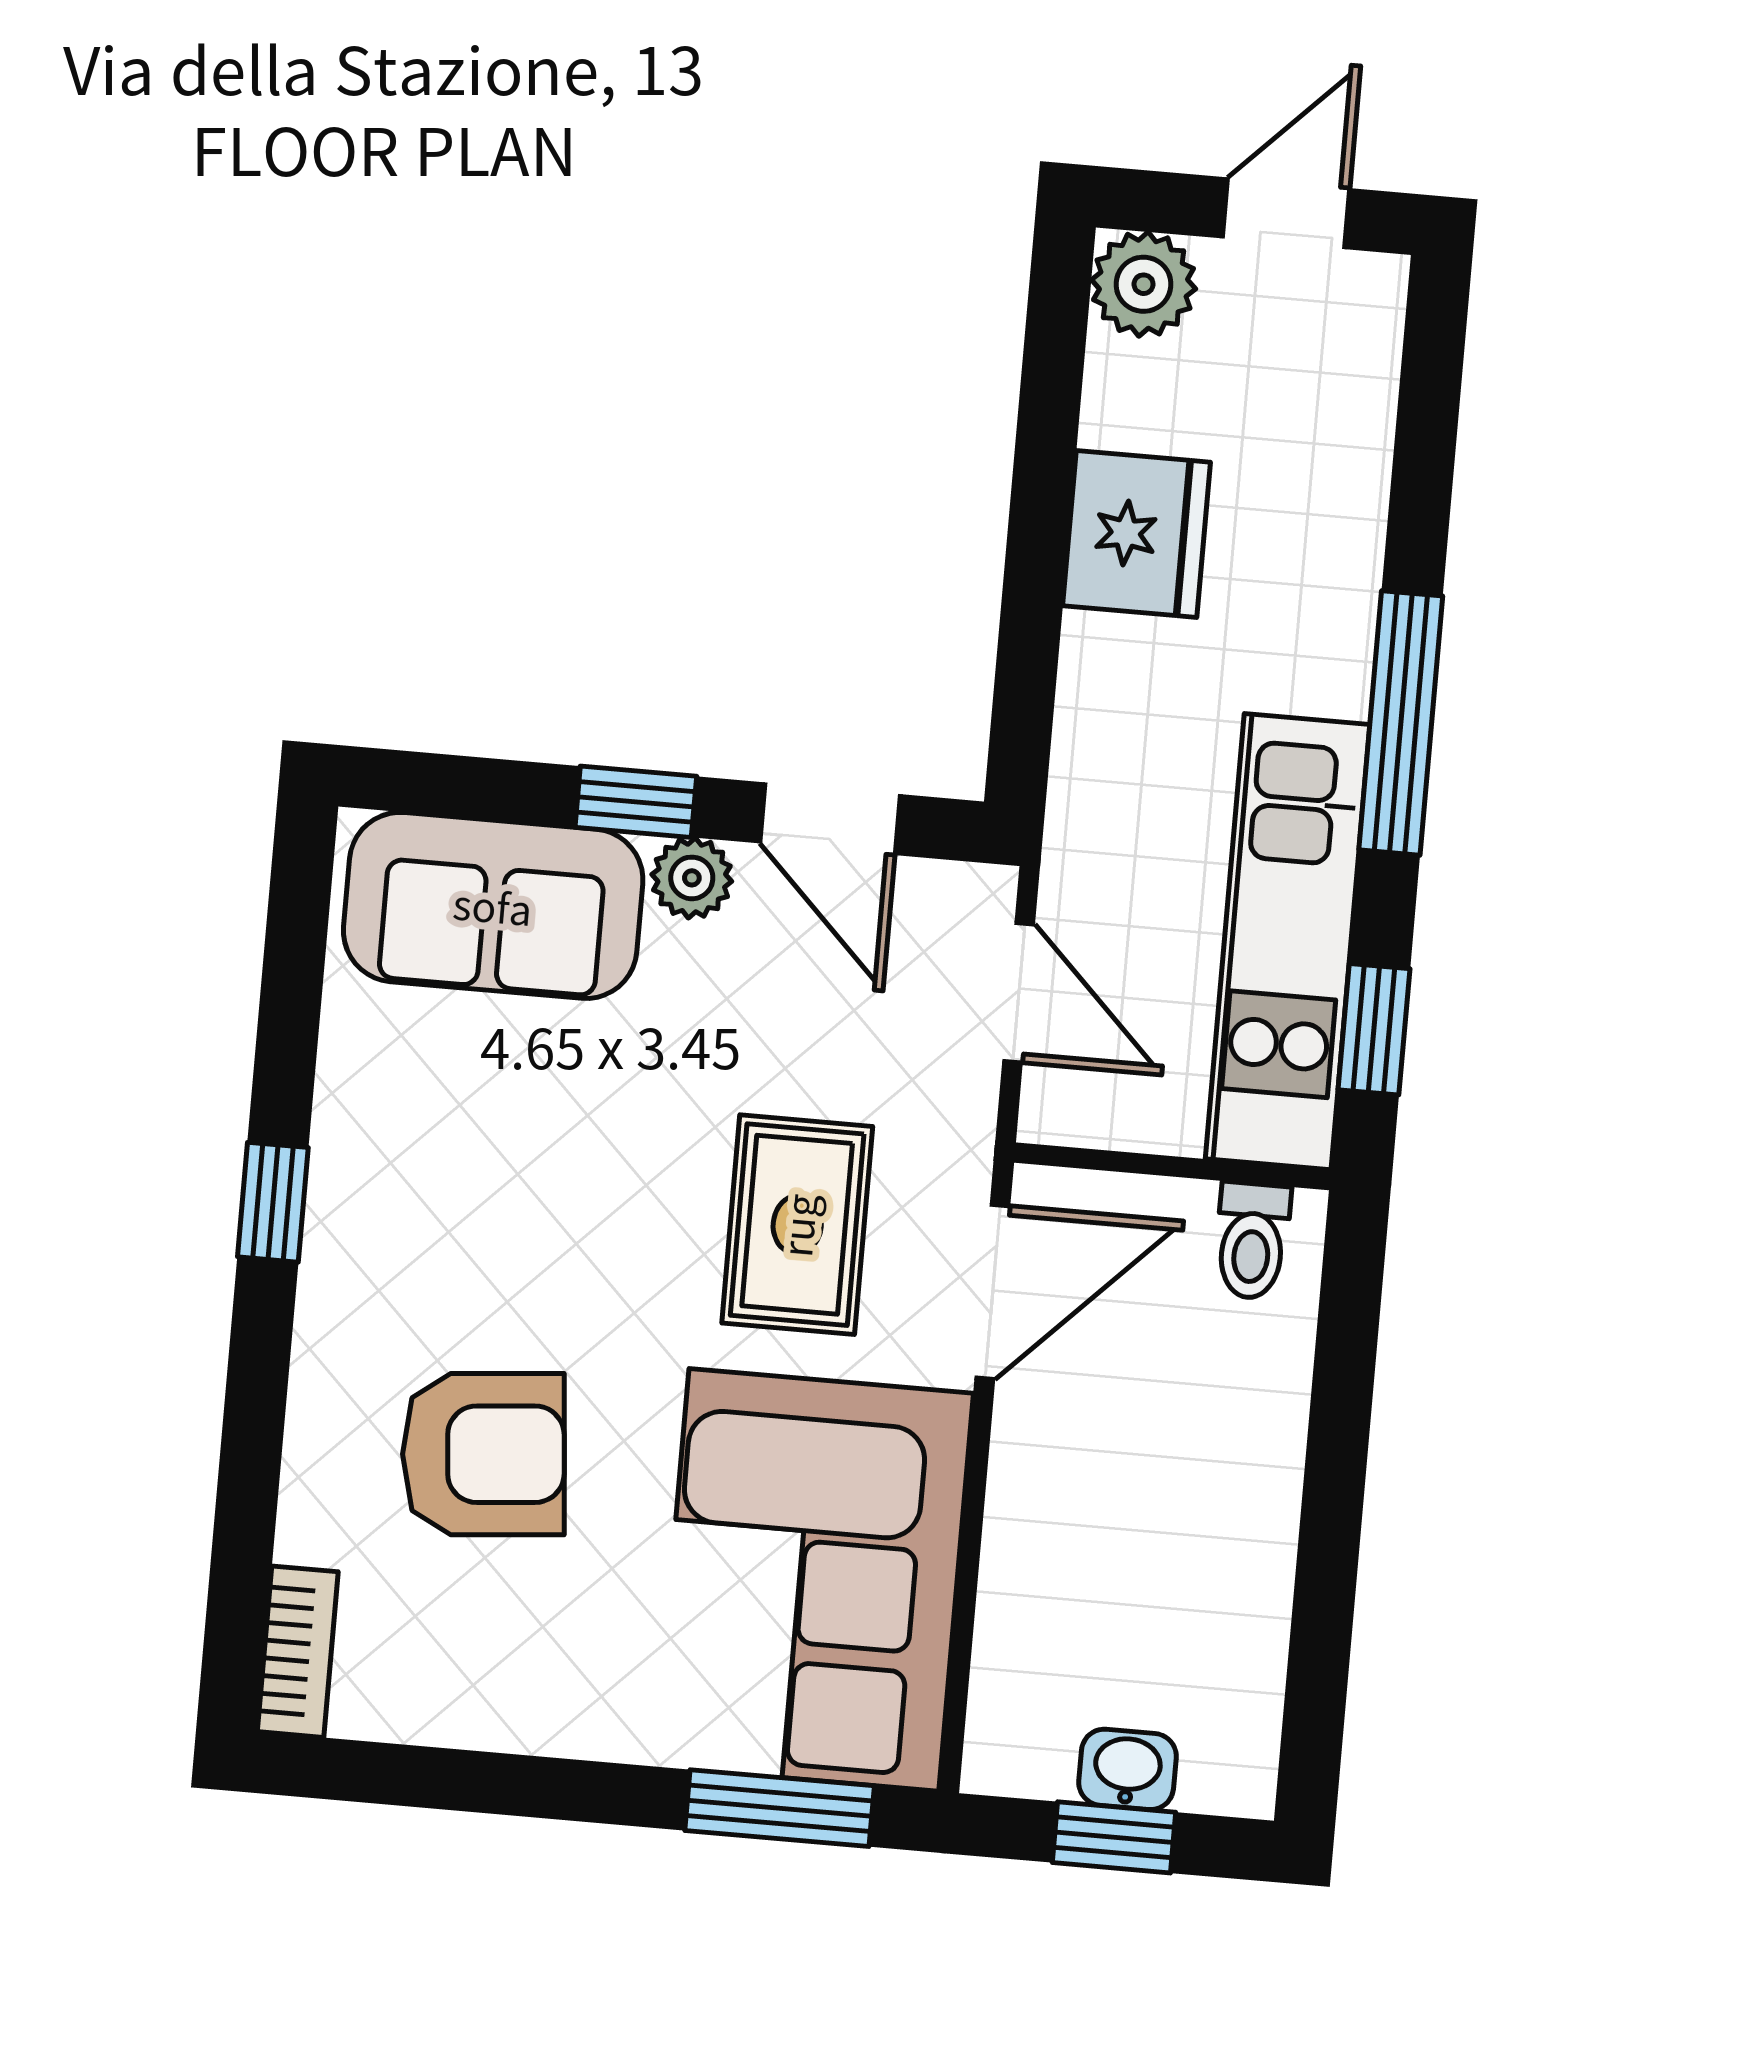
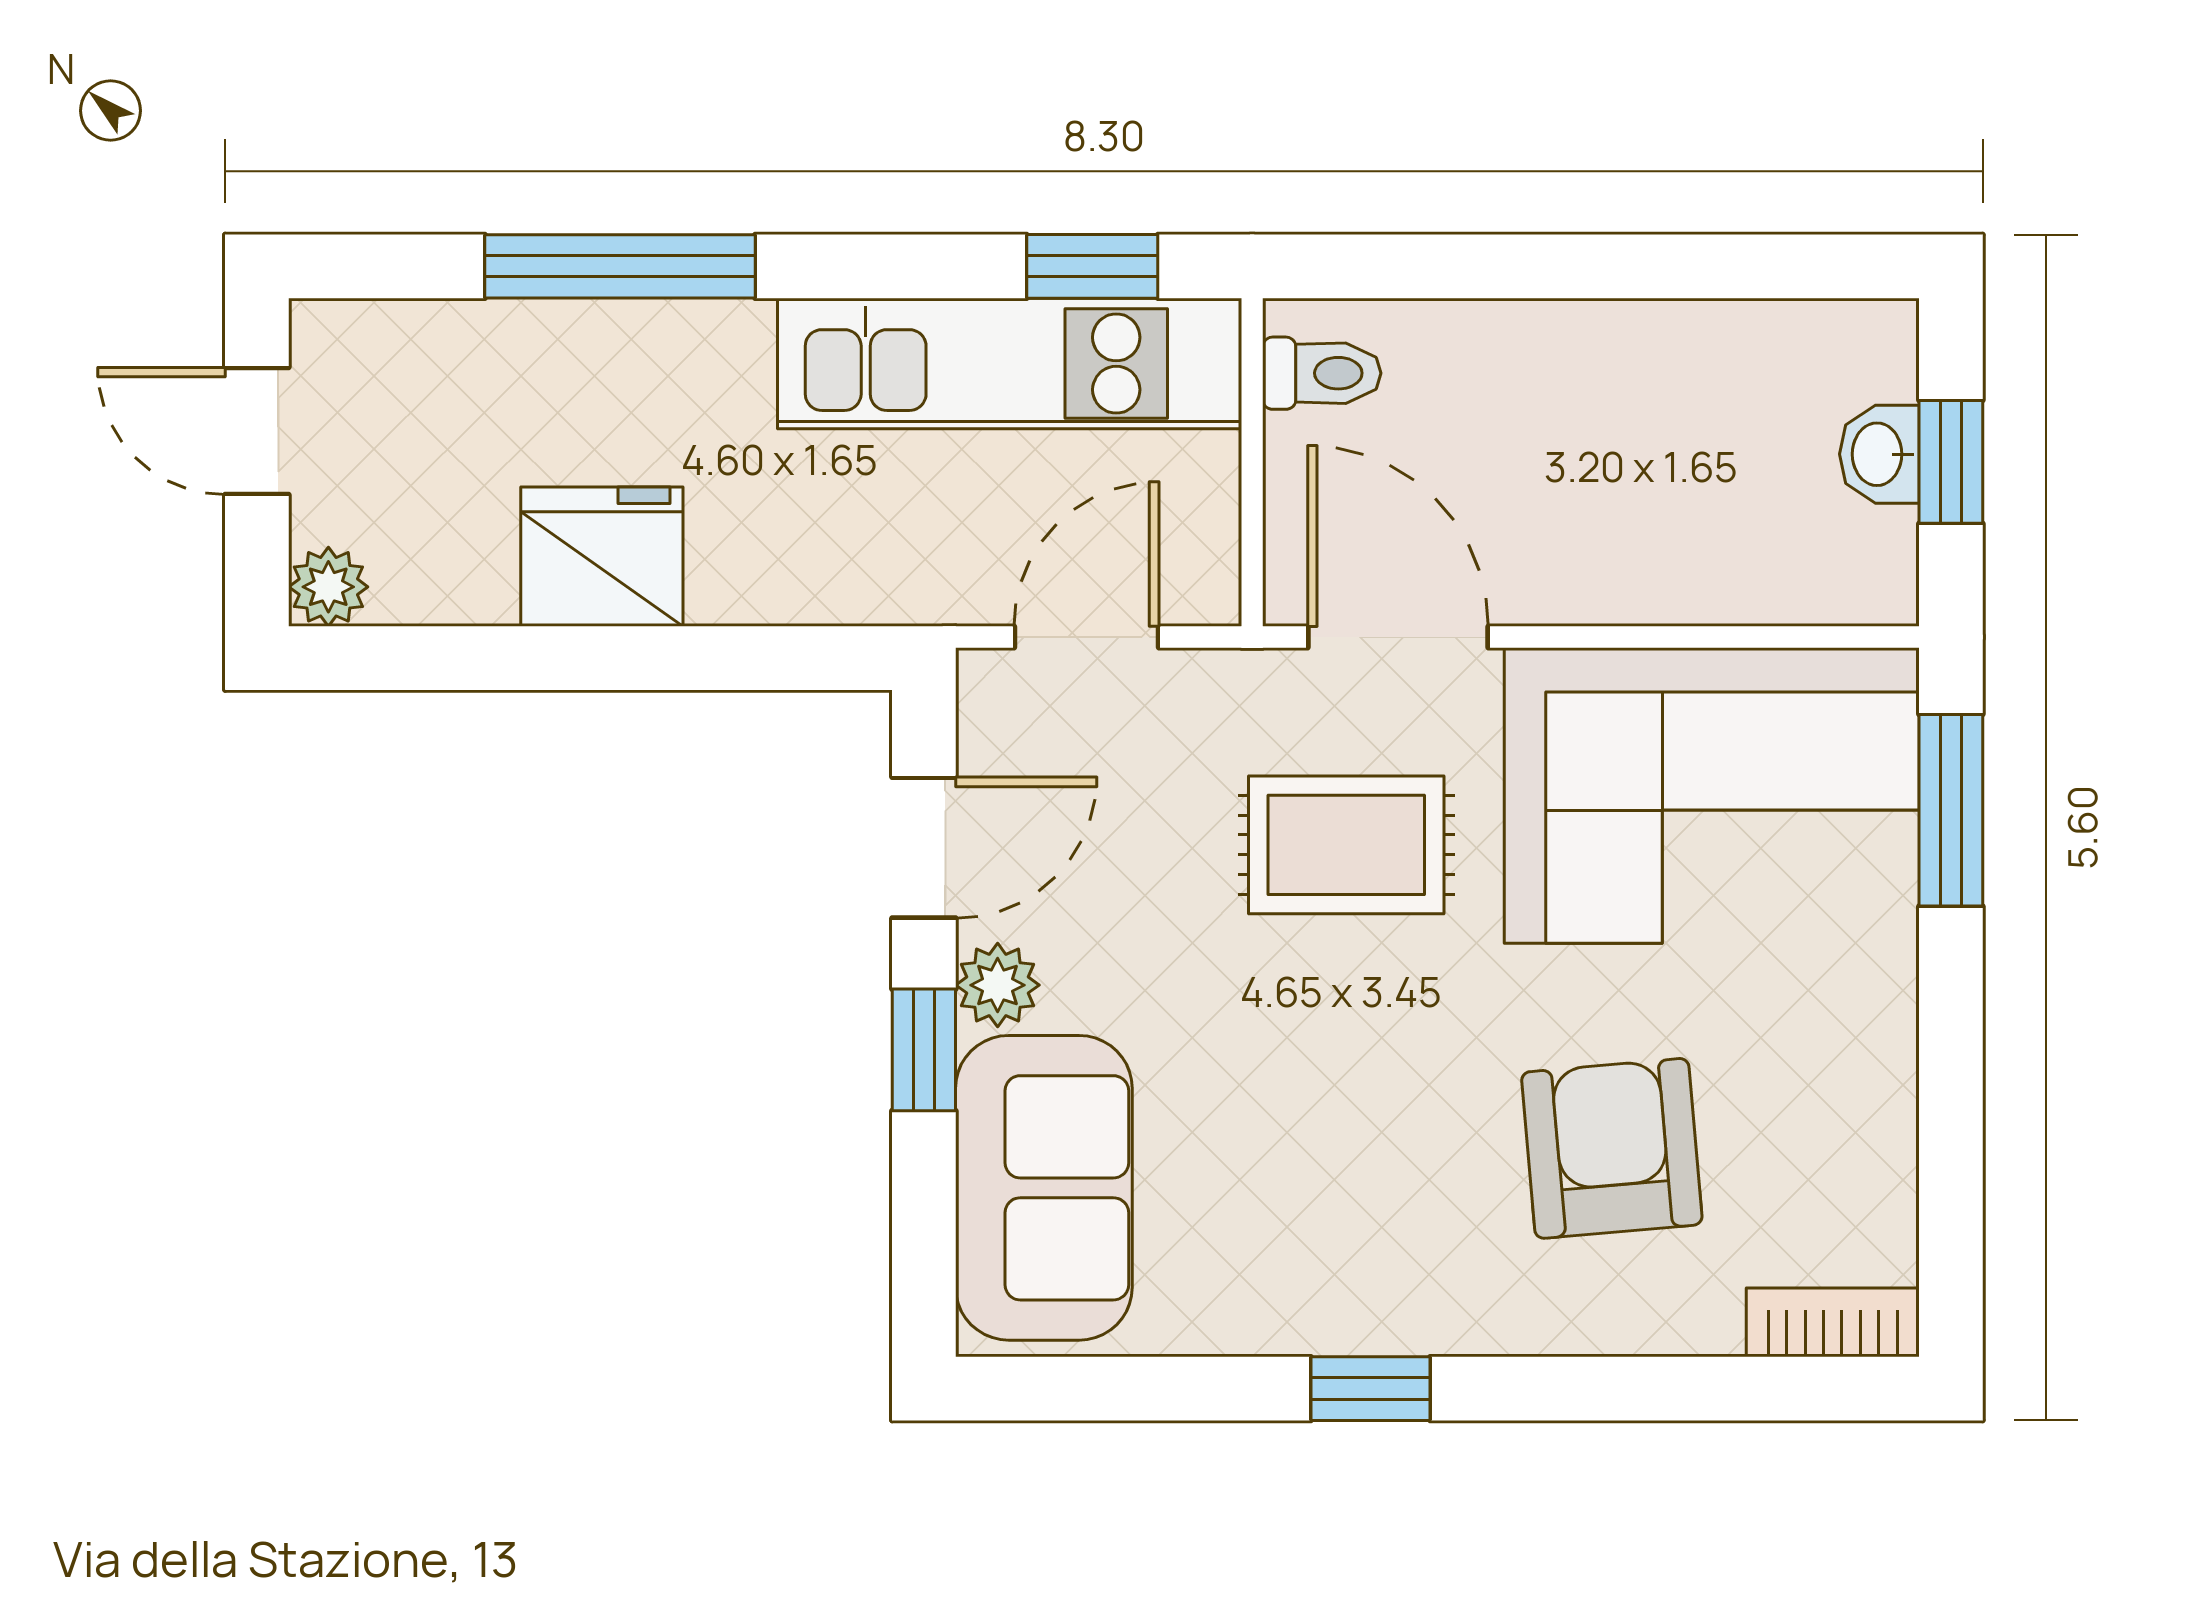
plant: (1144, 284) -> (328, 587), width x0.73, depth x0.73
window: (1401, 723) -> (620, 266), moved

